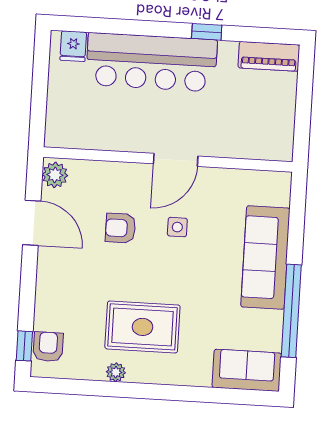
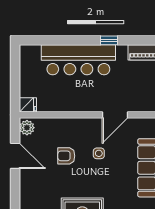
fridge: (73, 46) -> (28, 105), moved, turned -90
door: (176, 160) -> (115, 115), moved

